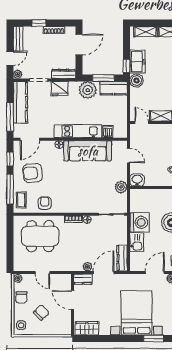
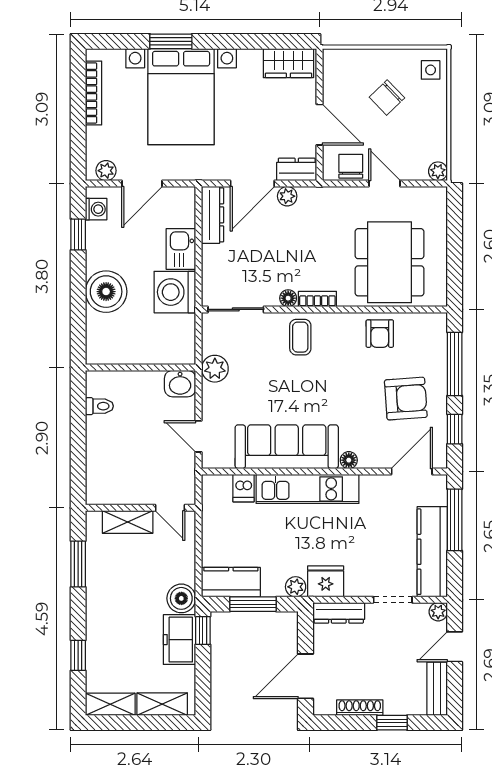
fridge: (60, 88) -> (326, 581), moved
plant: (88, 90) -> (296, 587), width x0.53, depth x0.53
coffee table: (21, 200) -> (300, 337), moved
dining table: (40, 236) -> (389, 262), turned 90
chair: (21, 297) -> (351, 166), moved
window: (154, 338) -> (171, 41), moved

